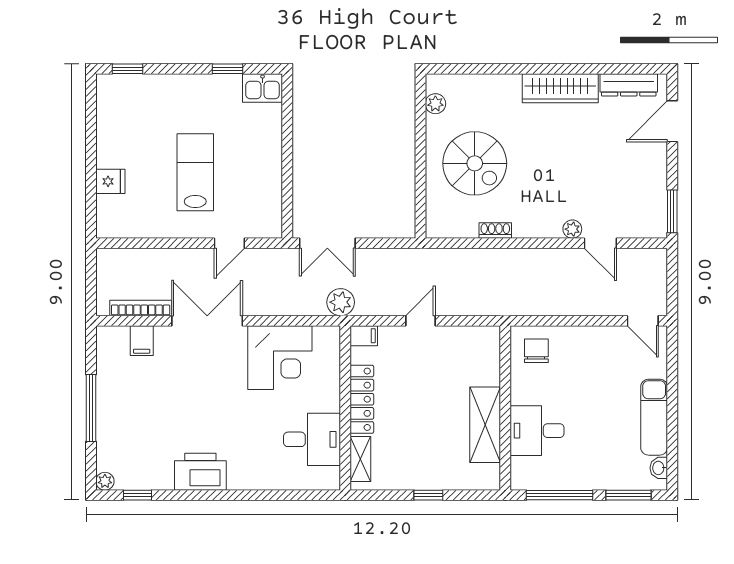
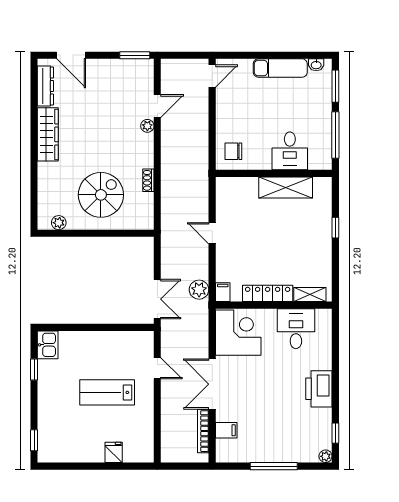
filing cabinet: (364, 336) -> (223, 292), moved
locker: (362, 399) -> (268, 293), moved
wall: (345, 408) -> (274, 305), moved
desk: (312, 439) -> (296, 329), moved
shelving: (360, 459) -> (310, 295), moved

